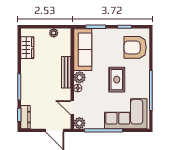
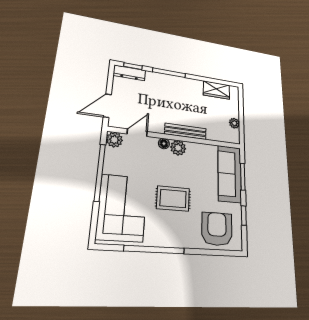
sofa: (83, 50) -> (230, 174), moved, turned 90

